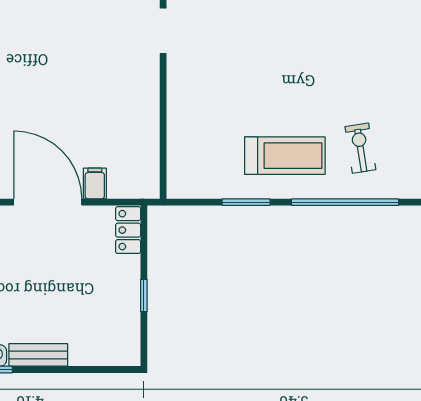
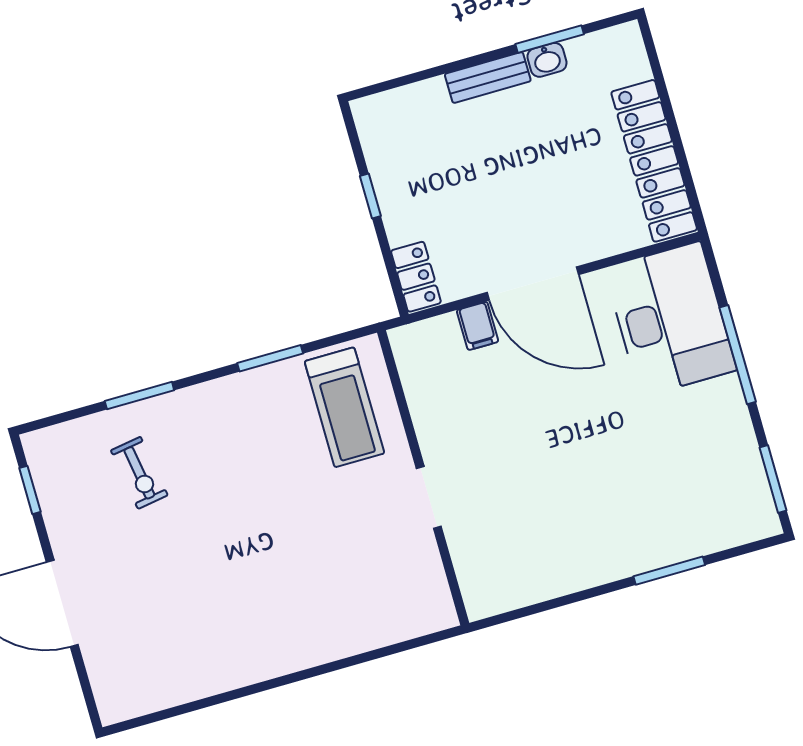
doorway: (163, 31) -> (429, 498), moved
treadmill: (285, 156) -> (344, 407), moved, turned -90
window: (345, 202) -> (139, 396), width x0.47

